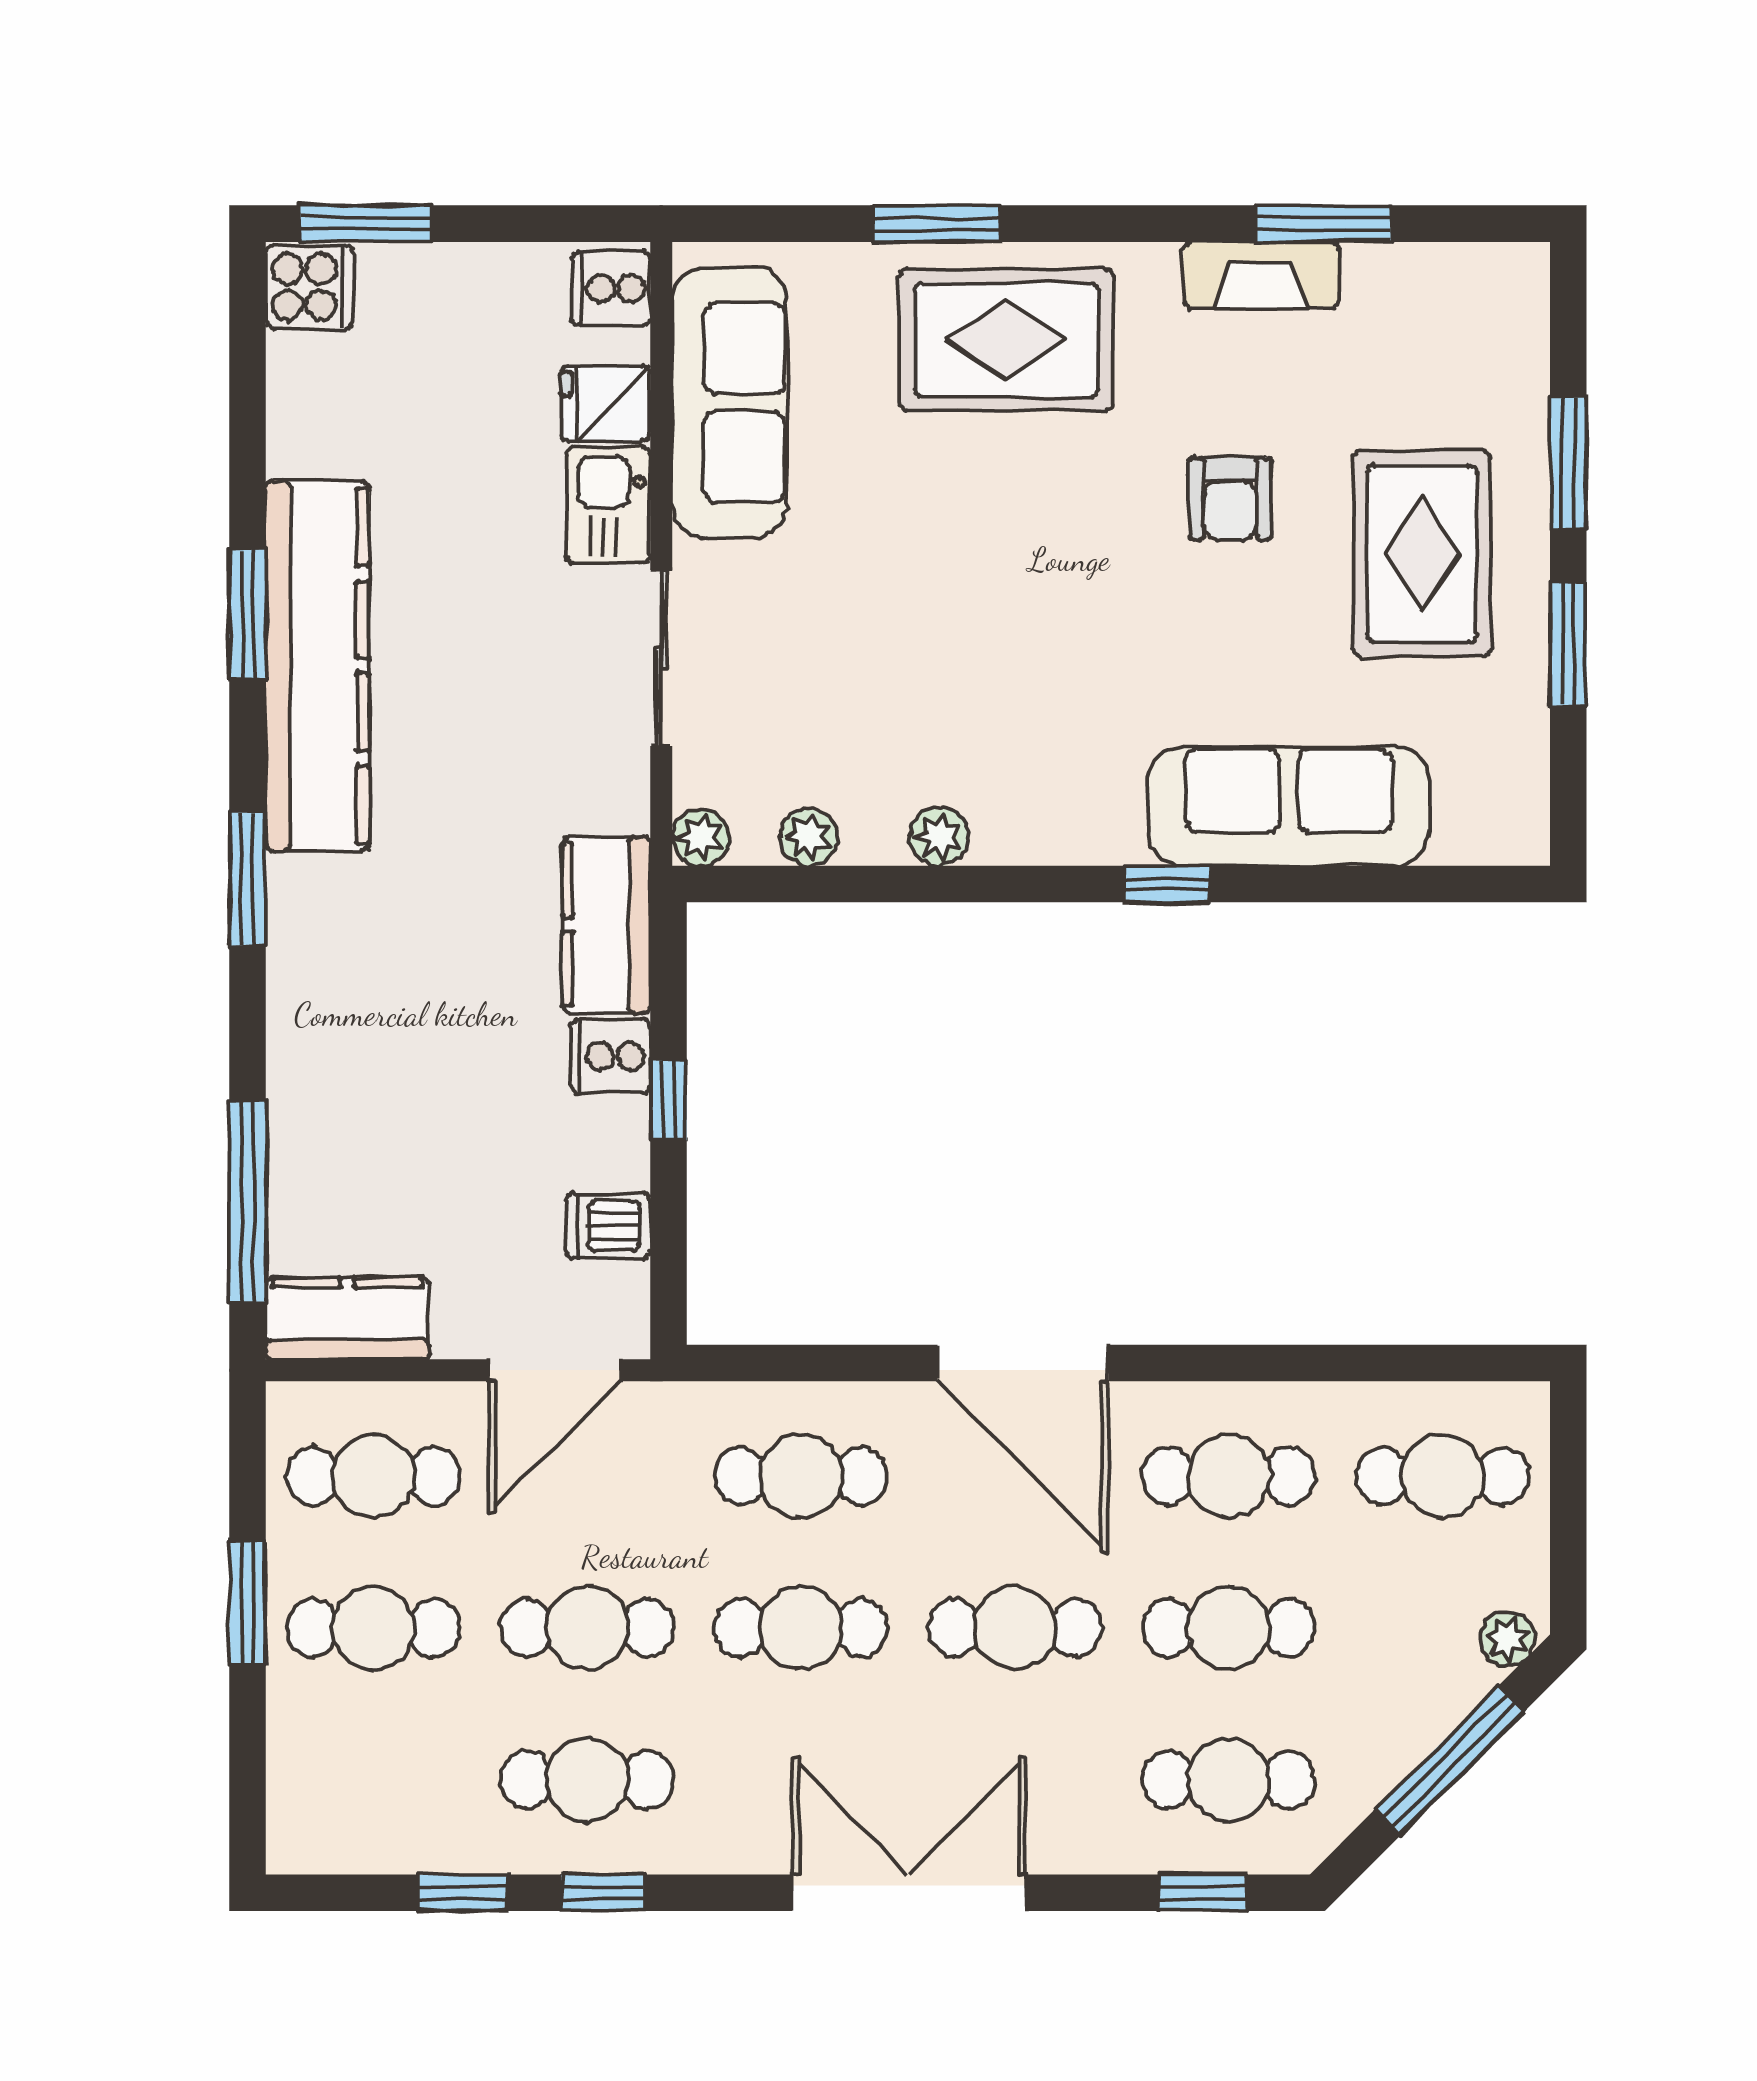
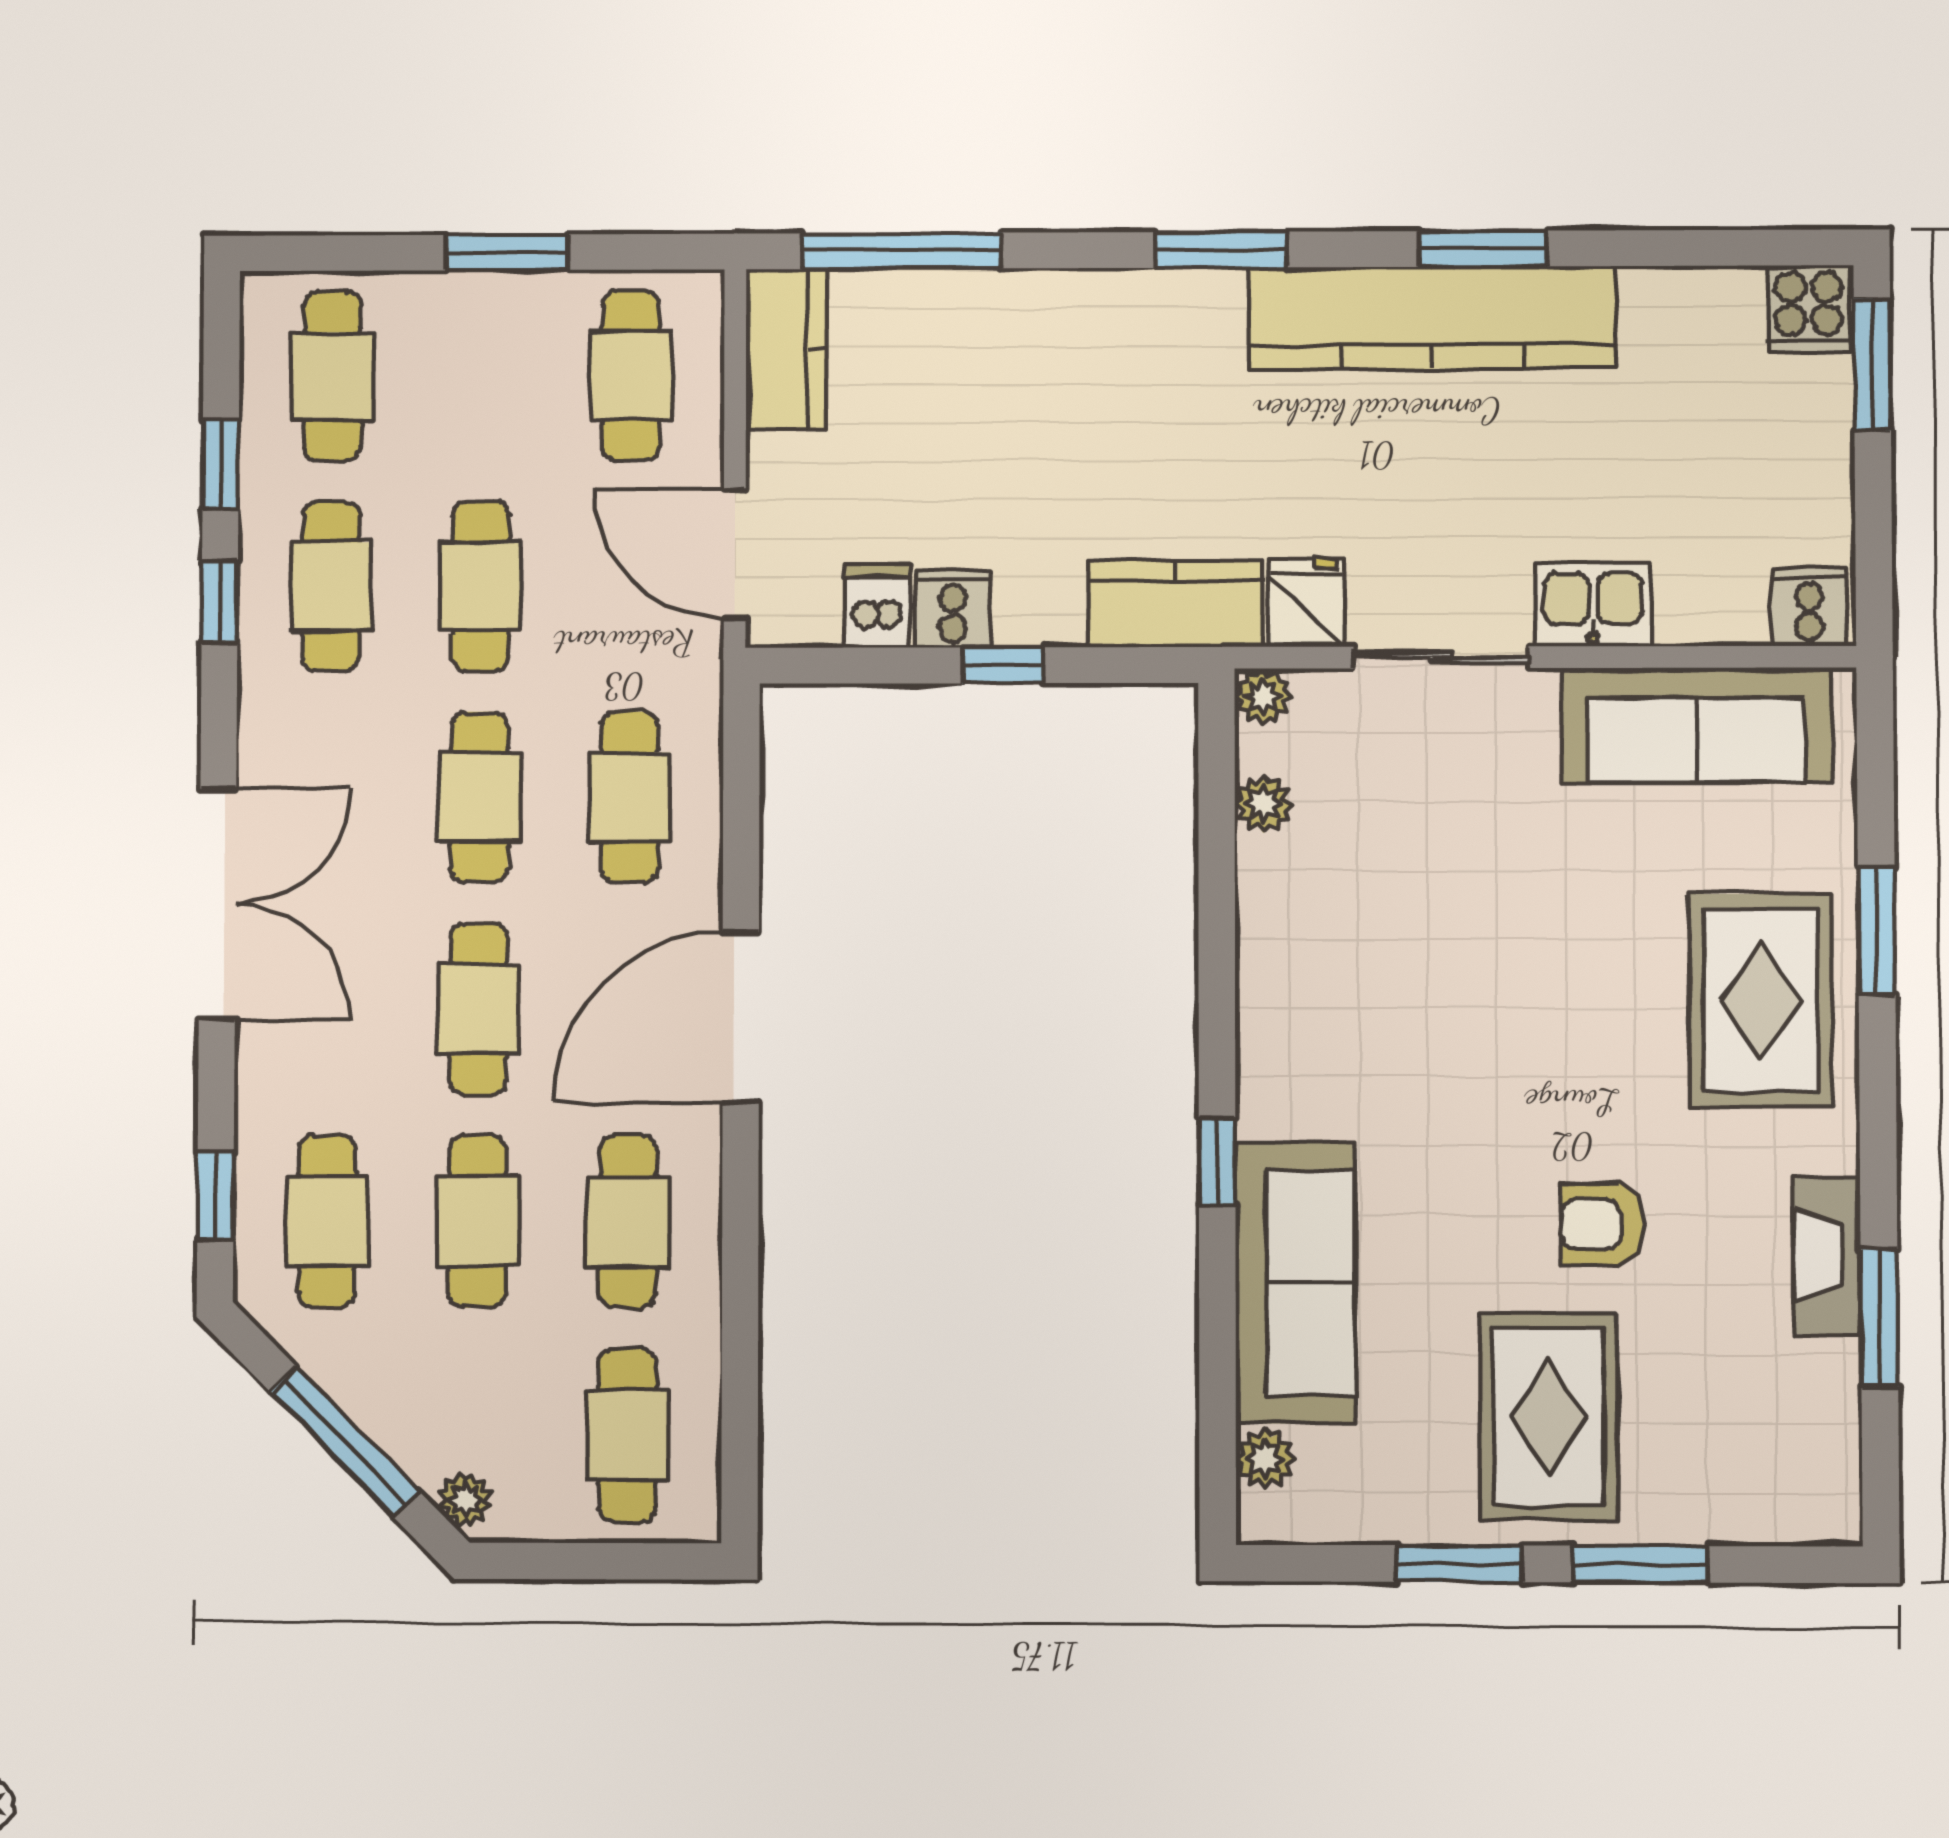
fridge: (605, 404) -> (1306, 603), moved
rug: (1422, 553) -> (1549, 1417), turned 90
plant: (939, 836) -> (1265, 1459), moved
cooker: (611, 1056) -> (953, 608), moved
cafe table: (373, 1628) -> (332, 376), moved

